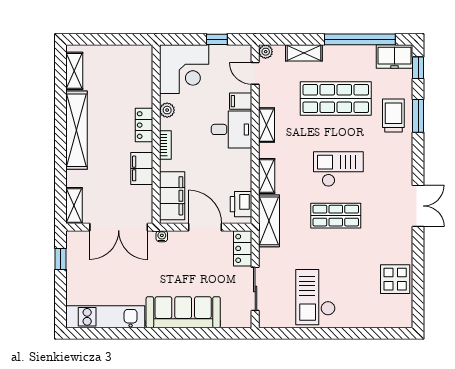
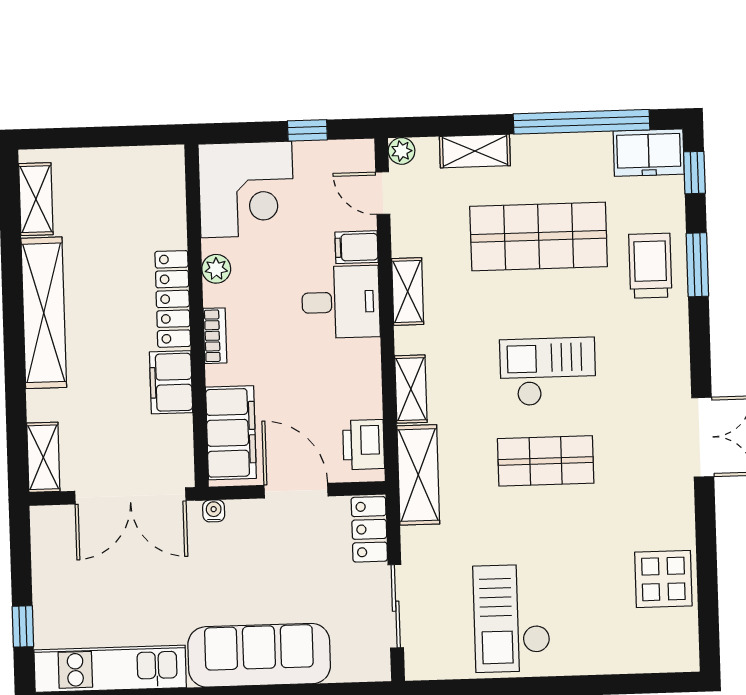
locker: (144, 125) -> (173, 299), width x1.53
window: (60, 259) -> (23, 626), moved

